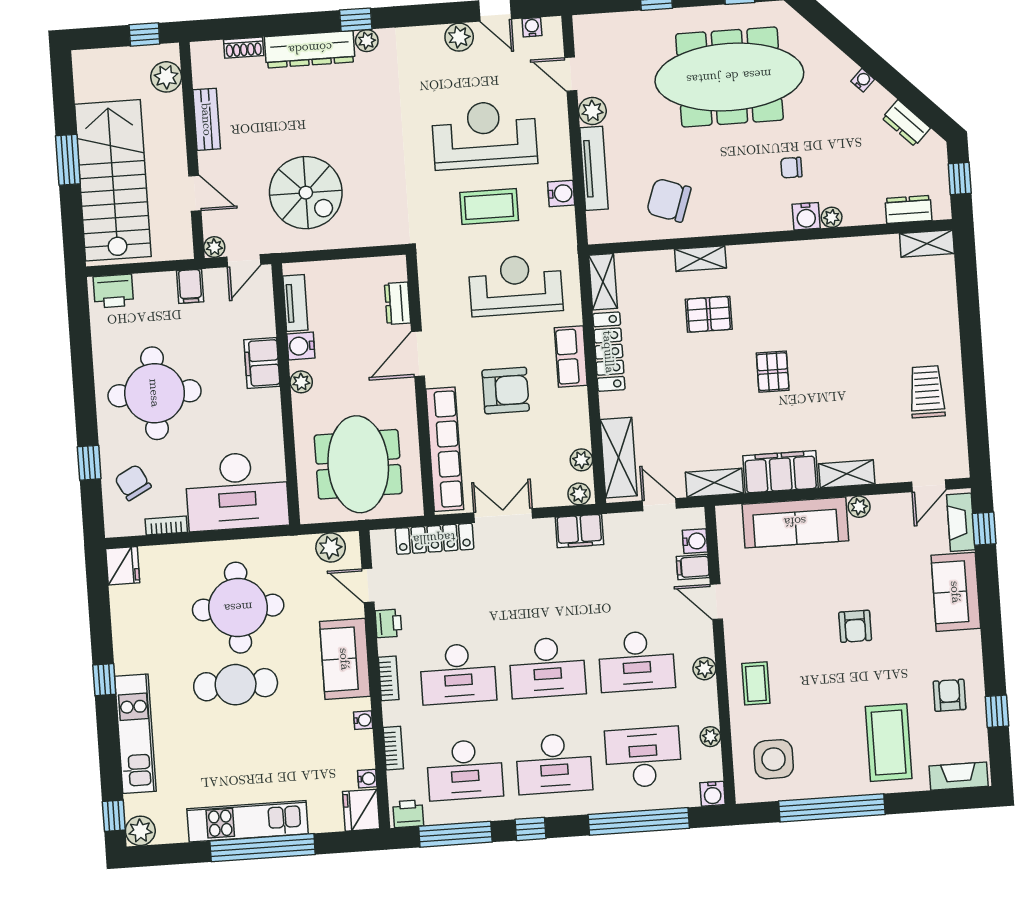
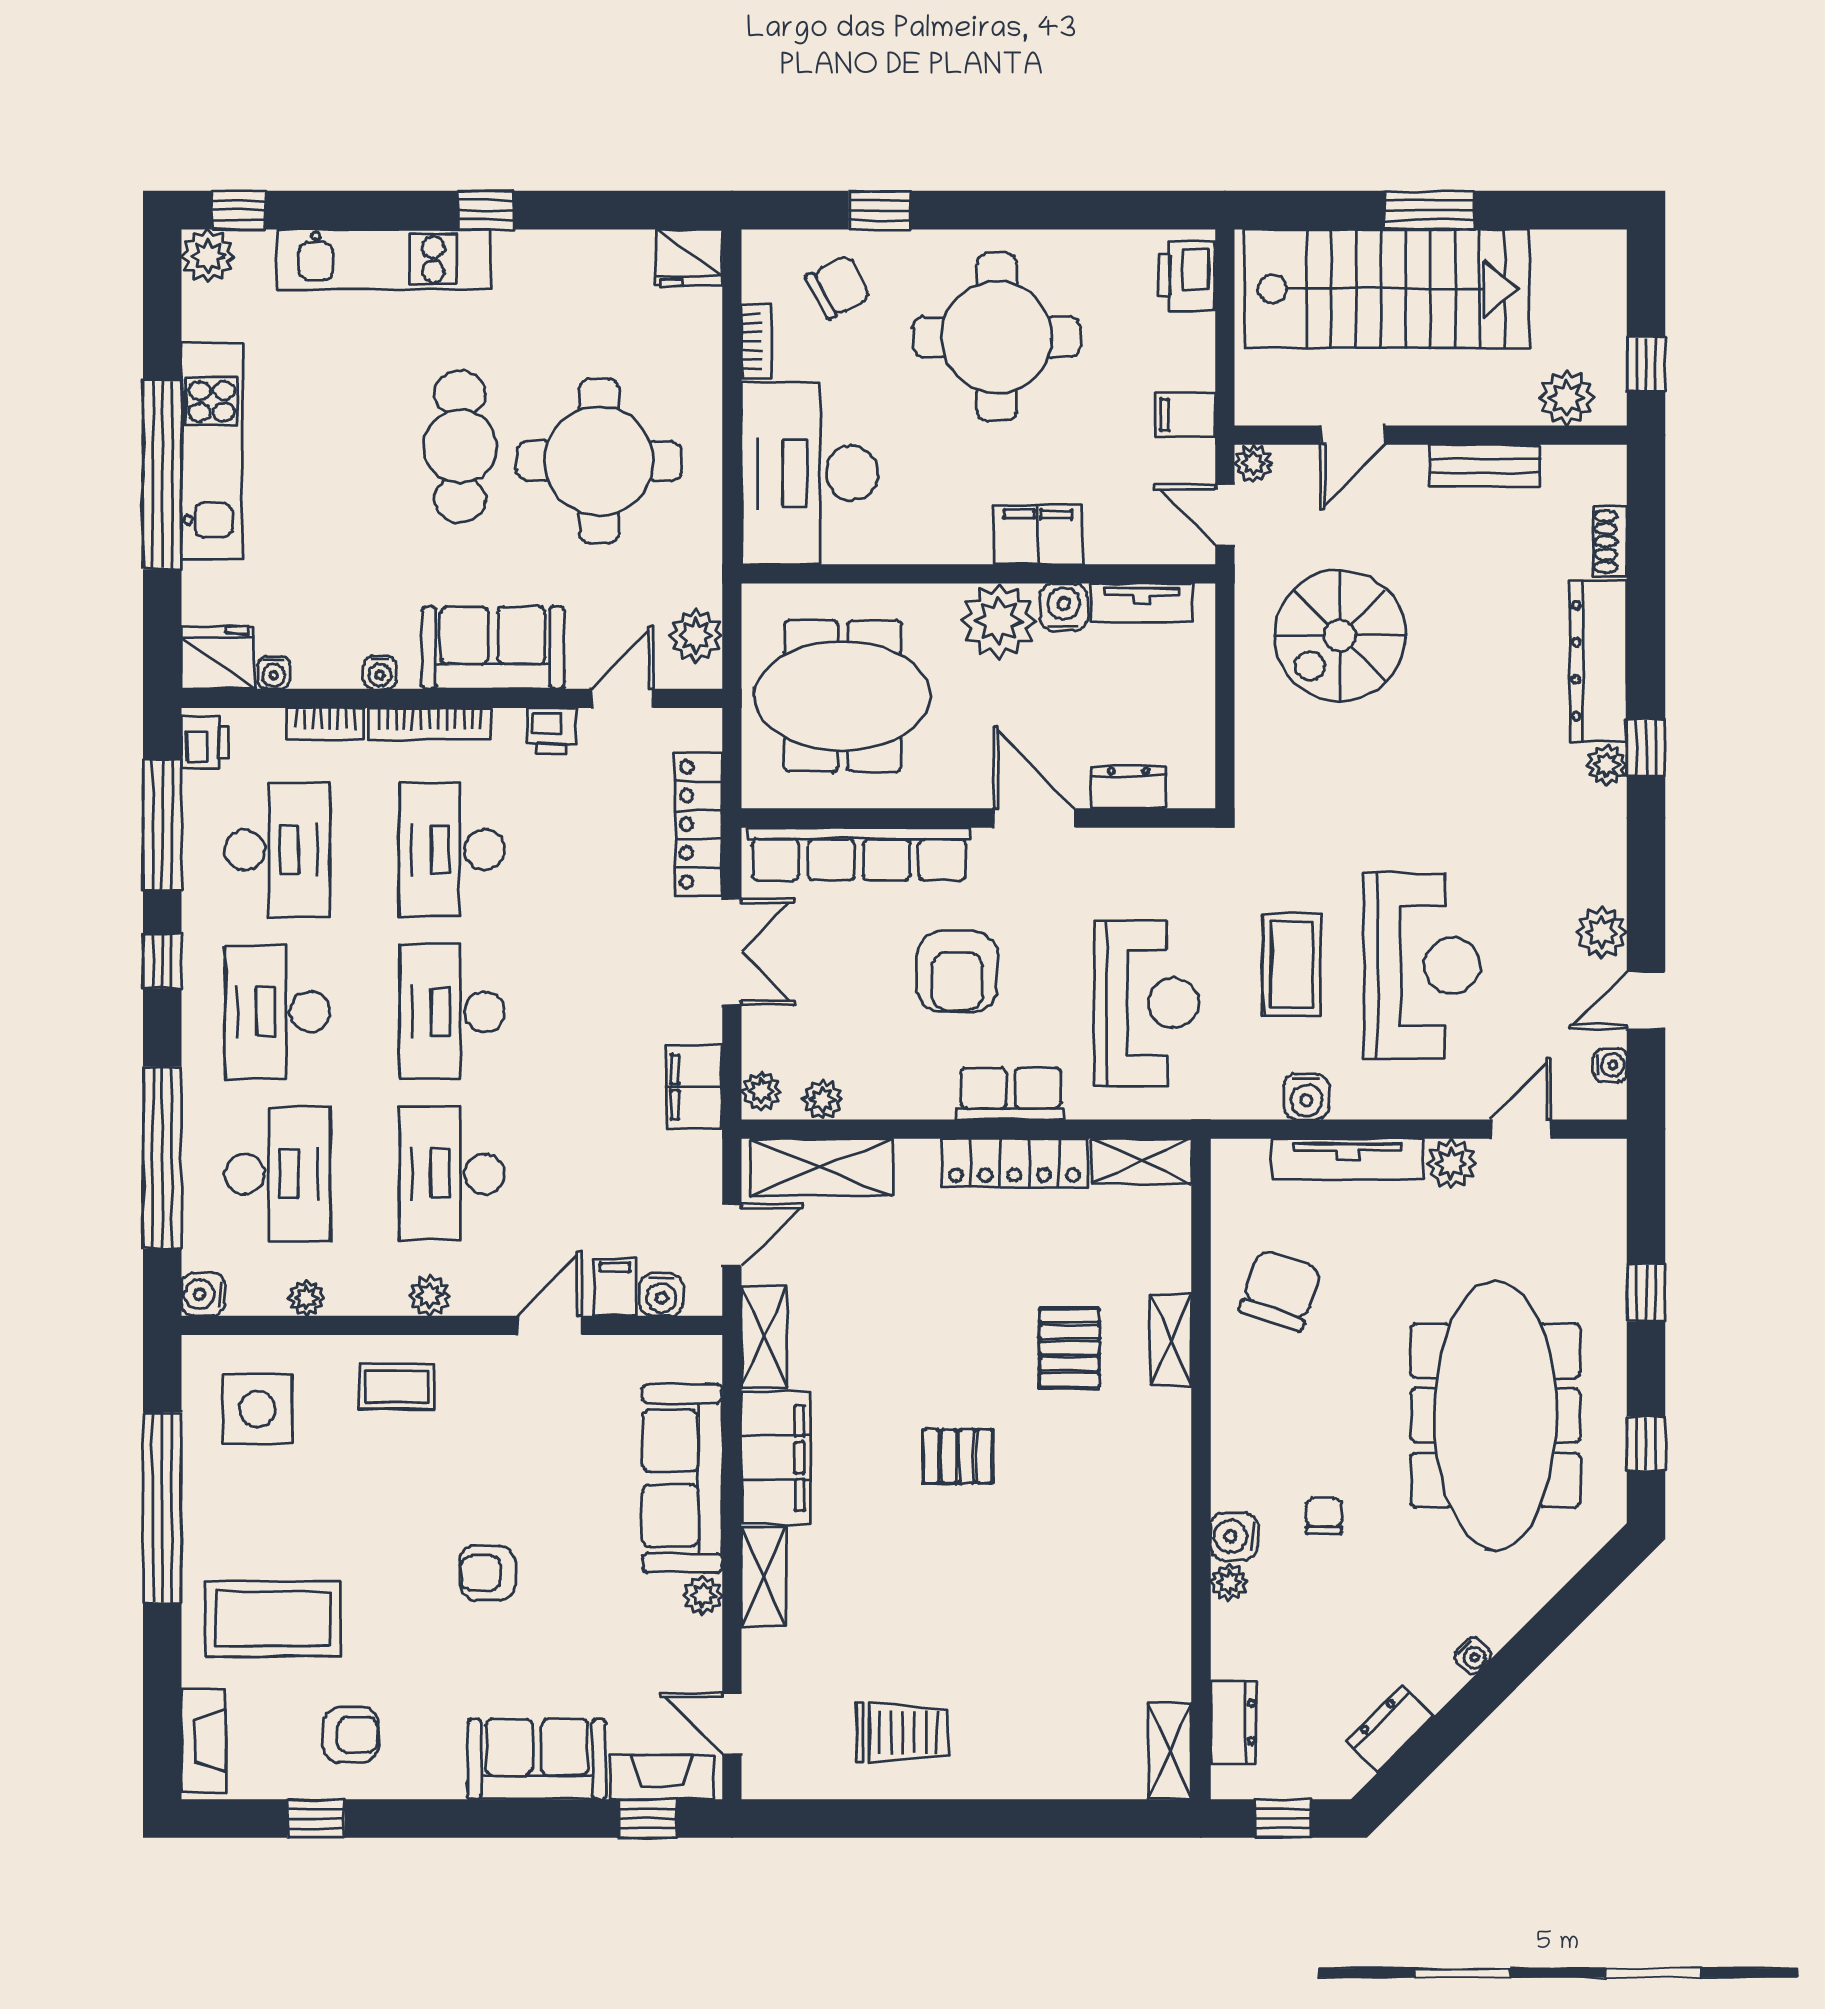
plant: (301, 382) -> (999, 621), width x1.88, depth x1.88
bookcase: (389, 678) -> (430, 724), width x1.56
desk: (465, 770) -> (277, 850), turned 180

